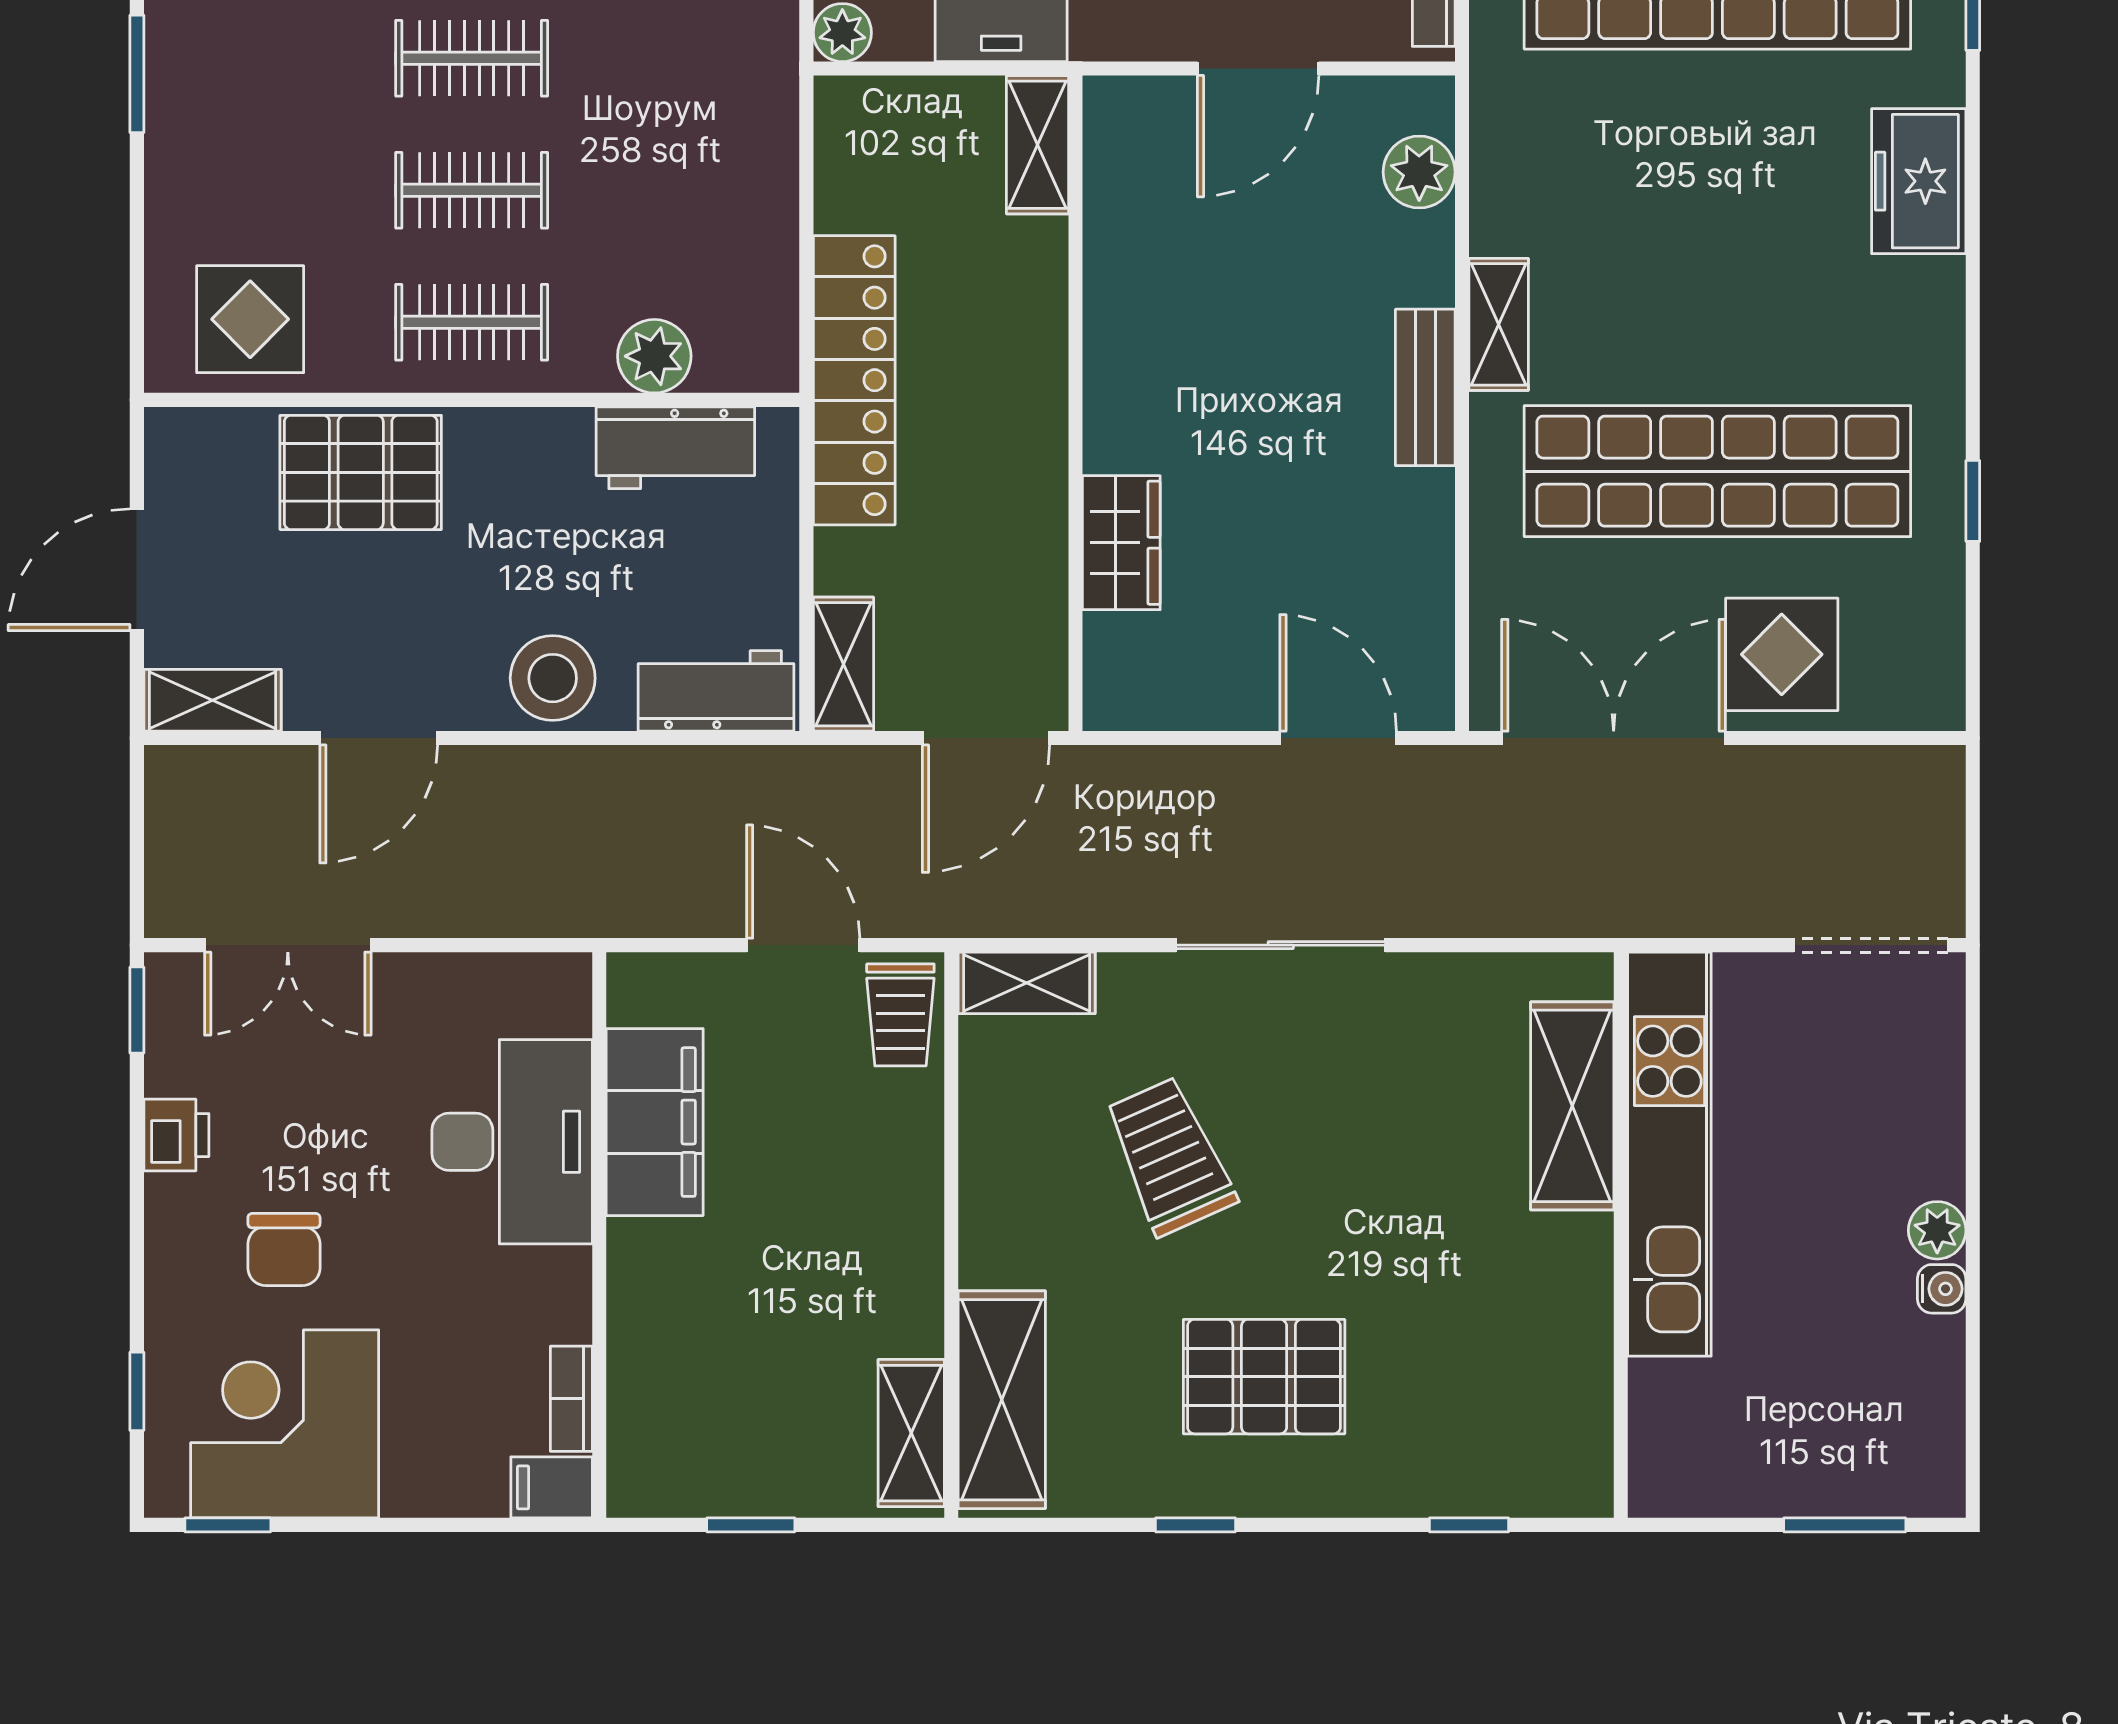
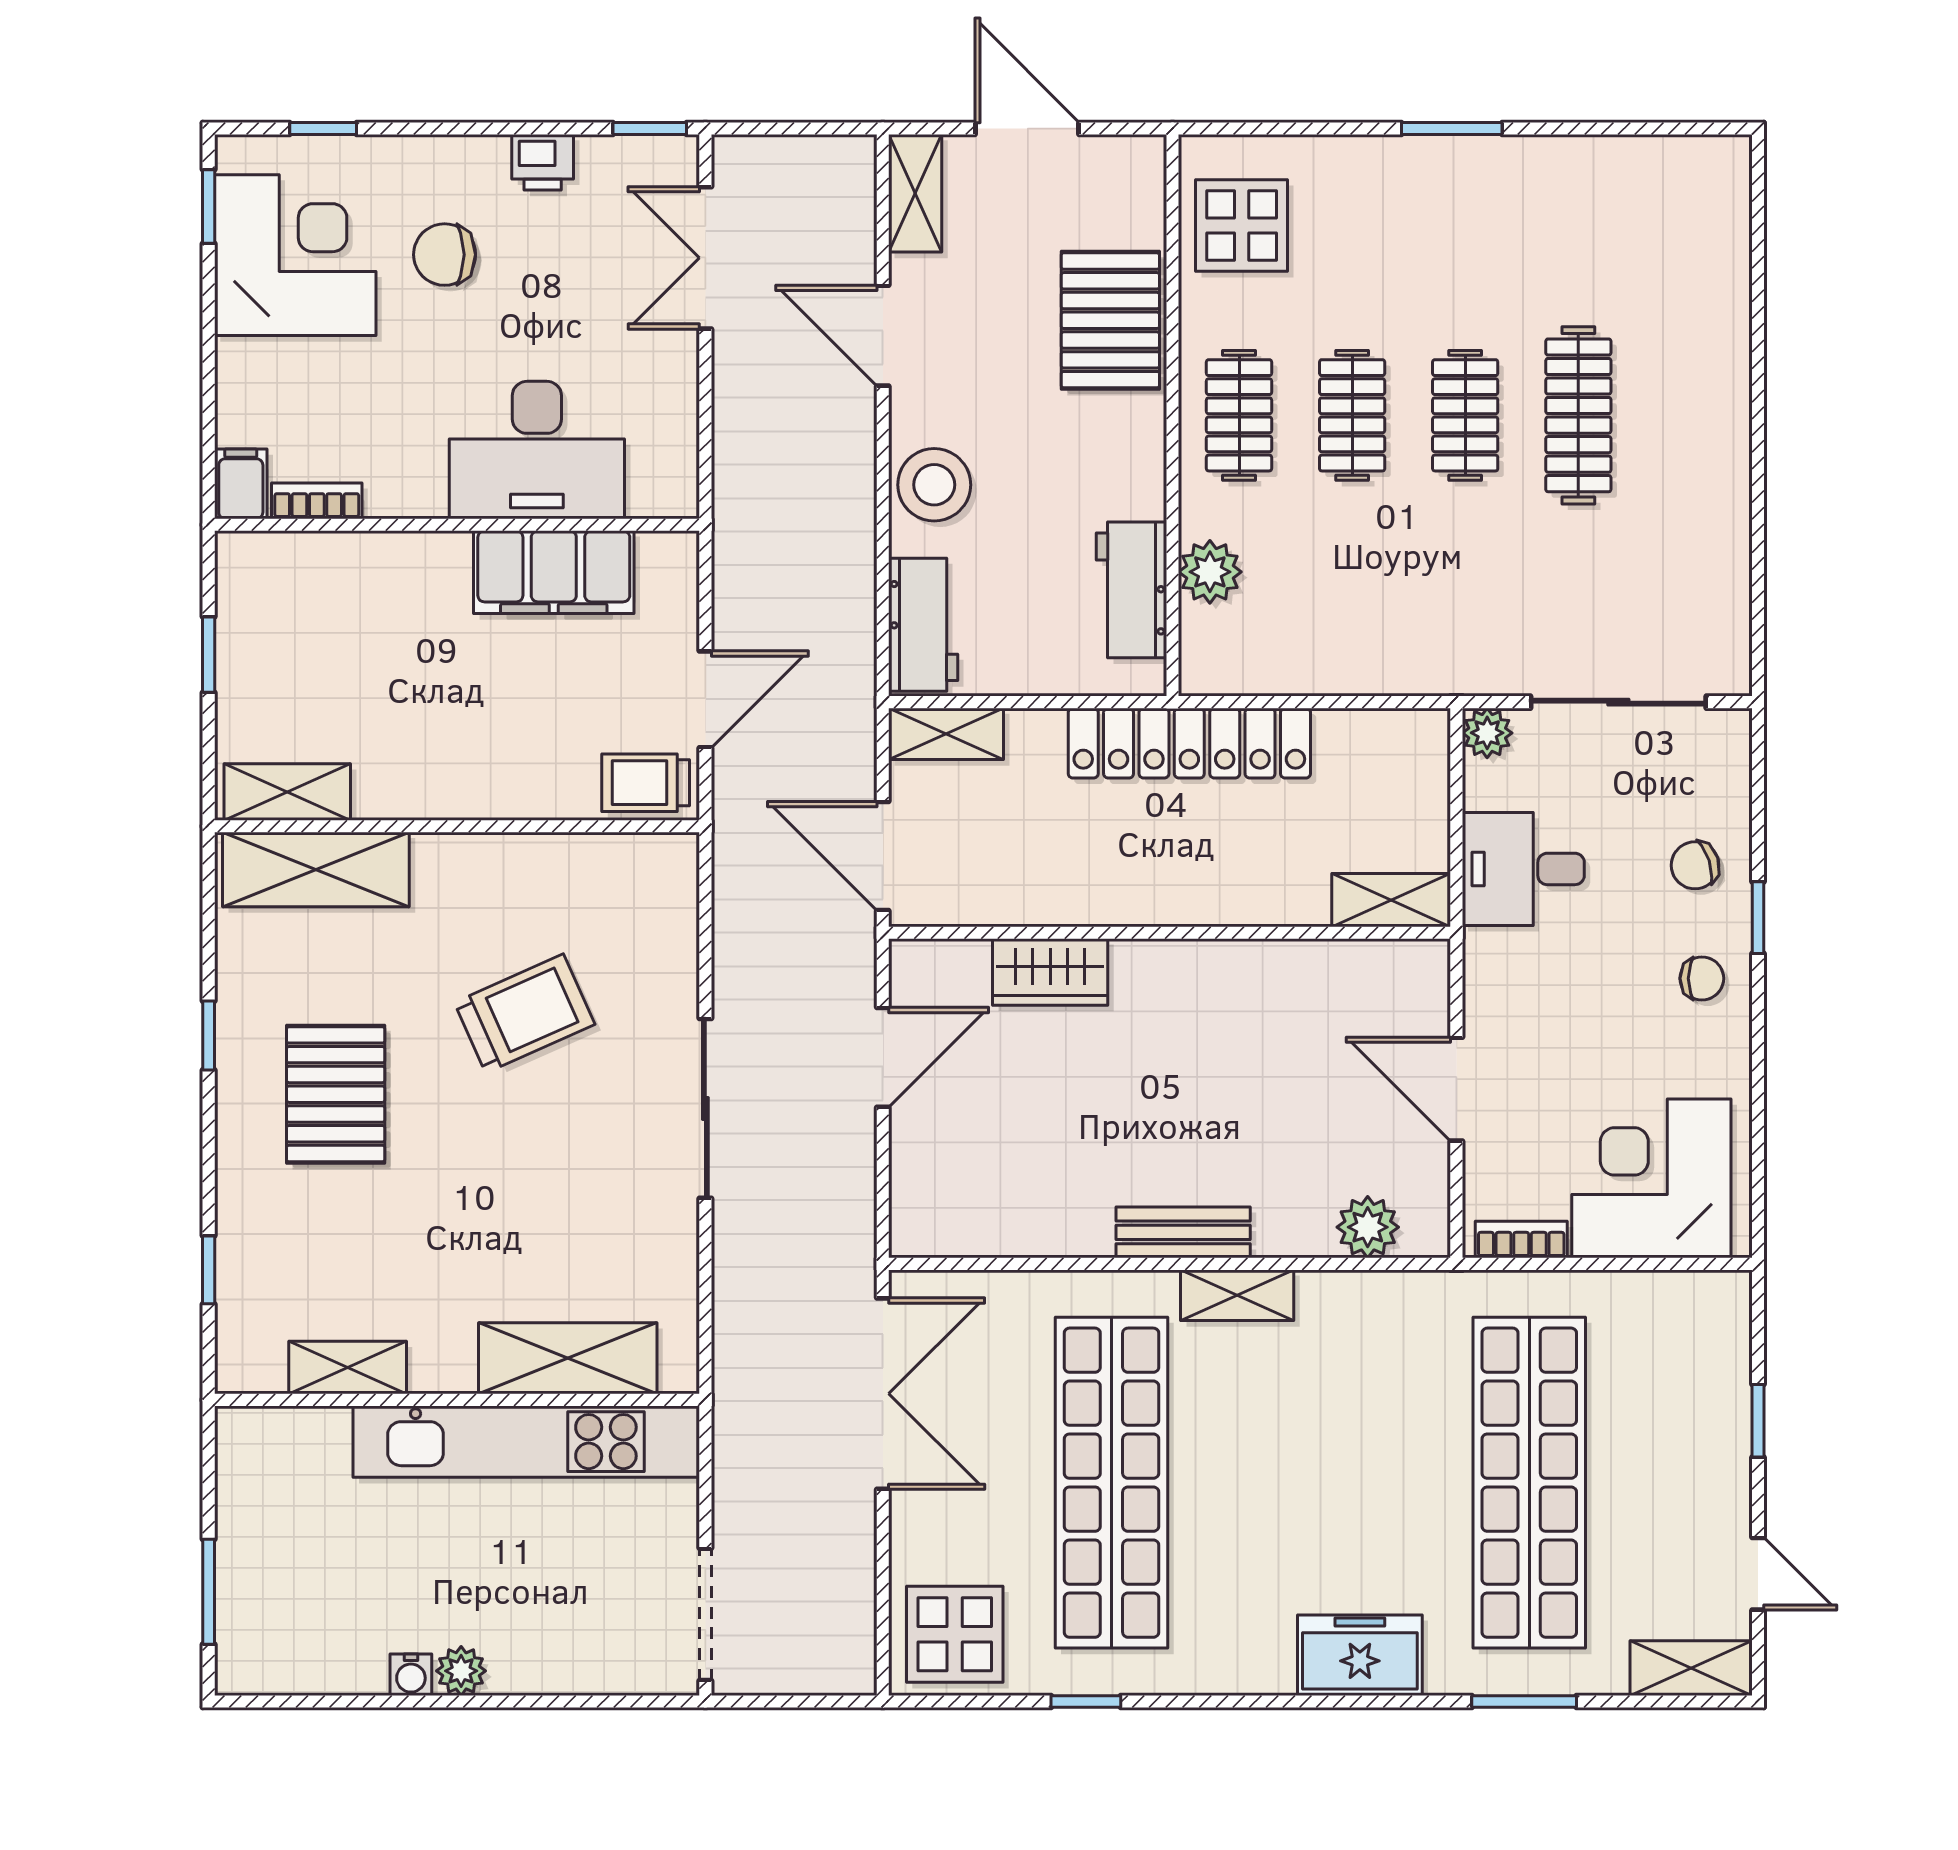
display table: (1782, 654) -> (955, 1634), moved
door: (1338, 738) -> (883, 1057), moved
shelving: (1027, 983) -> (348, 1368), moved, turned 90

